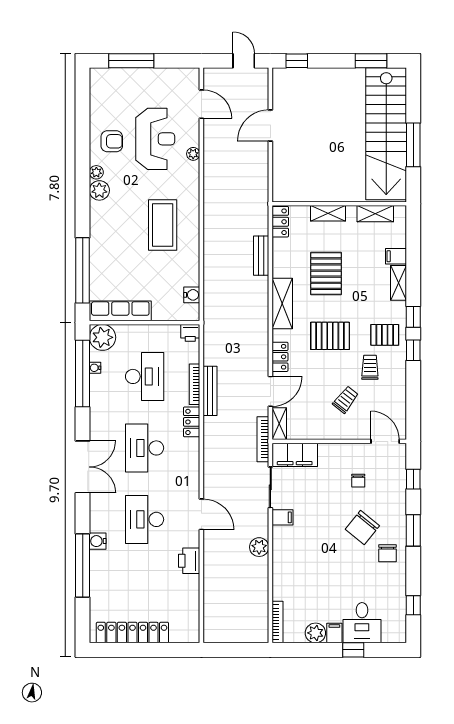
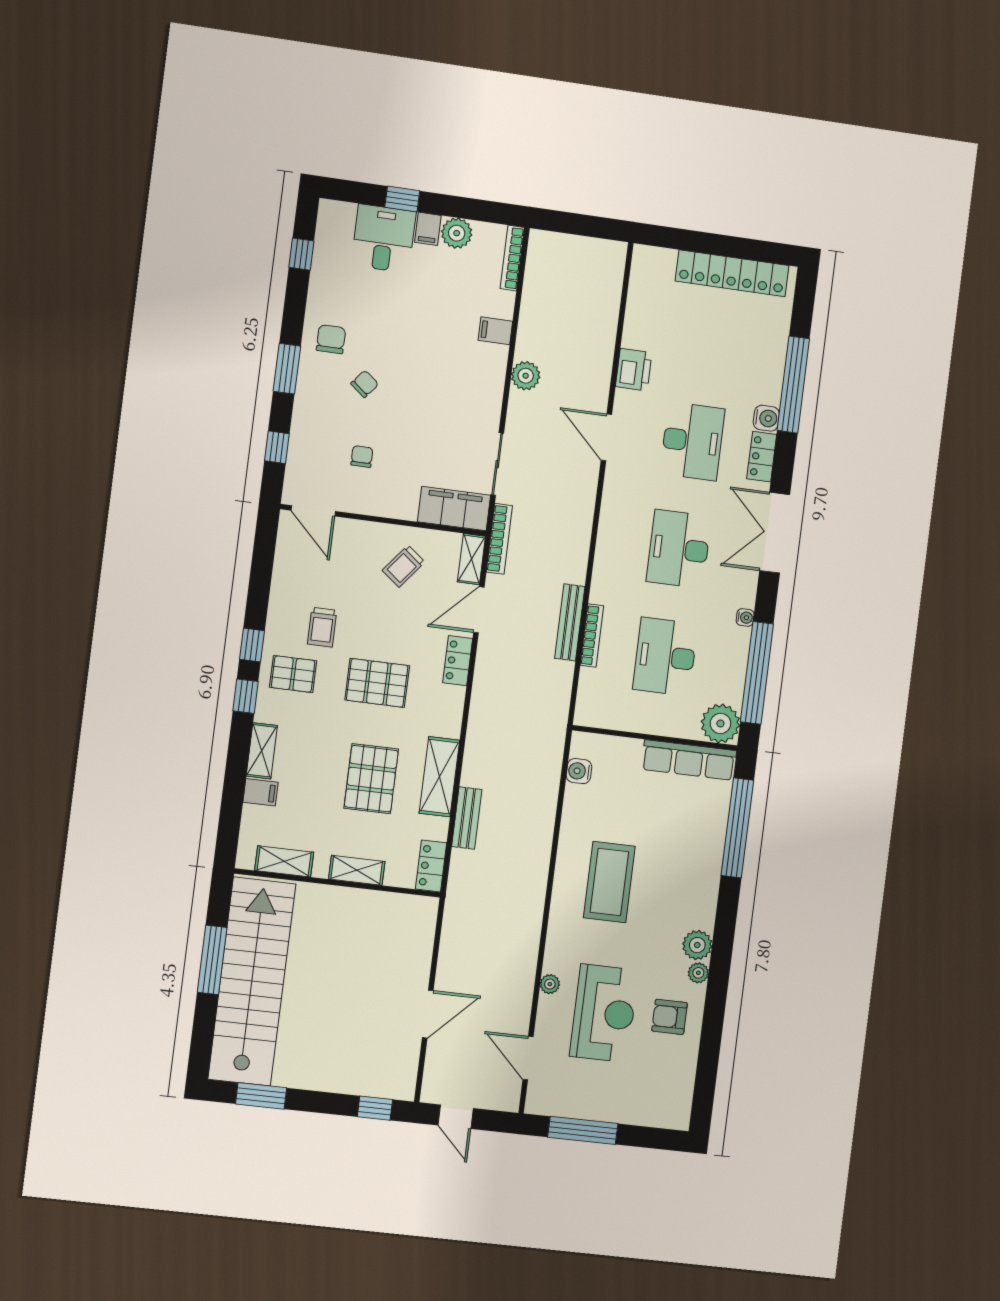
window: (131, 61) -> (583, 1130), moved
reception desk: (155, 139) -> (604, 1013), turned 180
shelving: (282, 303) -> (439, 777), moved
printer: (190, 333) -> (588, 714), removed
water cooler: (95, 368) -> (745, 617), moved
trolley: (346, 400) -> (404, 566), moved
locker: (192, 422) -> (762, 457), moved, turned 180
desk: (145, 448) -> (679, 549), turned 180
filing cabinet: (282, 517) -> (495, 331), moved
chair: (362, 528) -> (365, 384), width x0.54, depth x0.54

